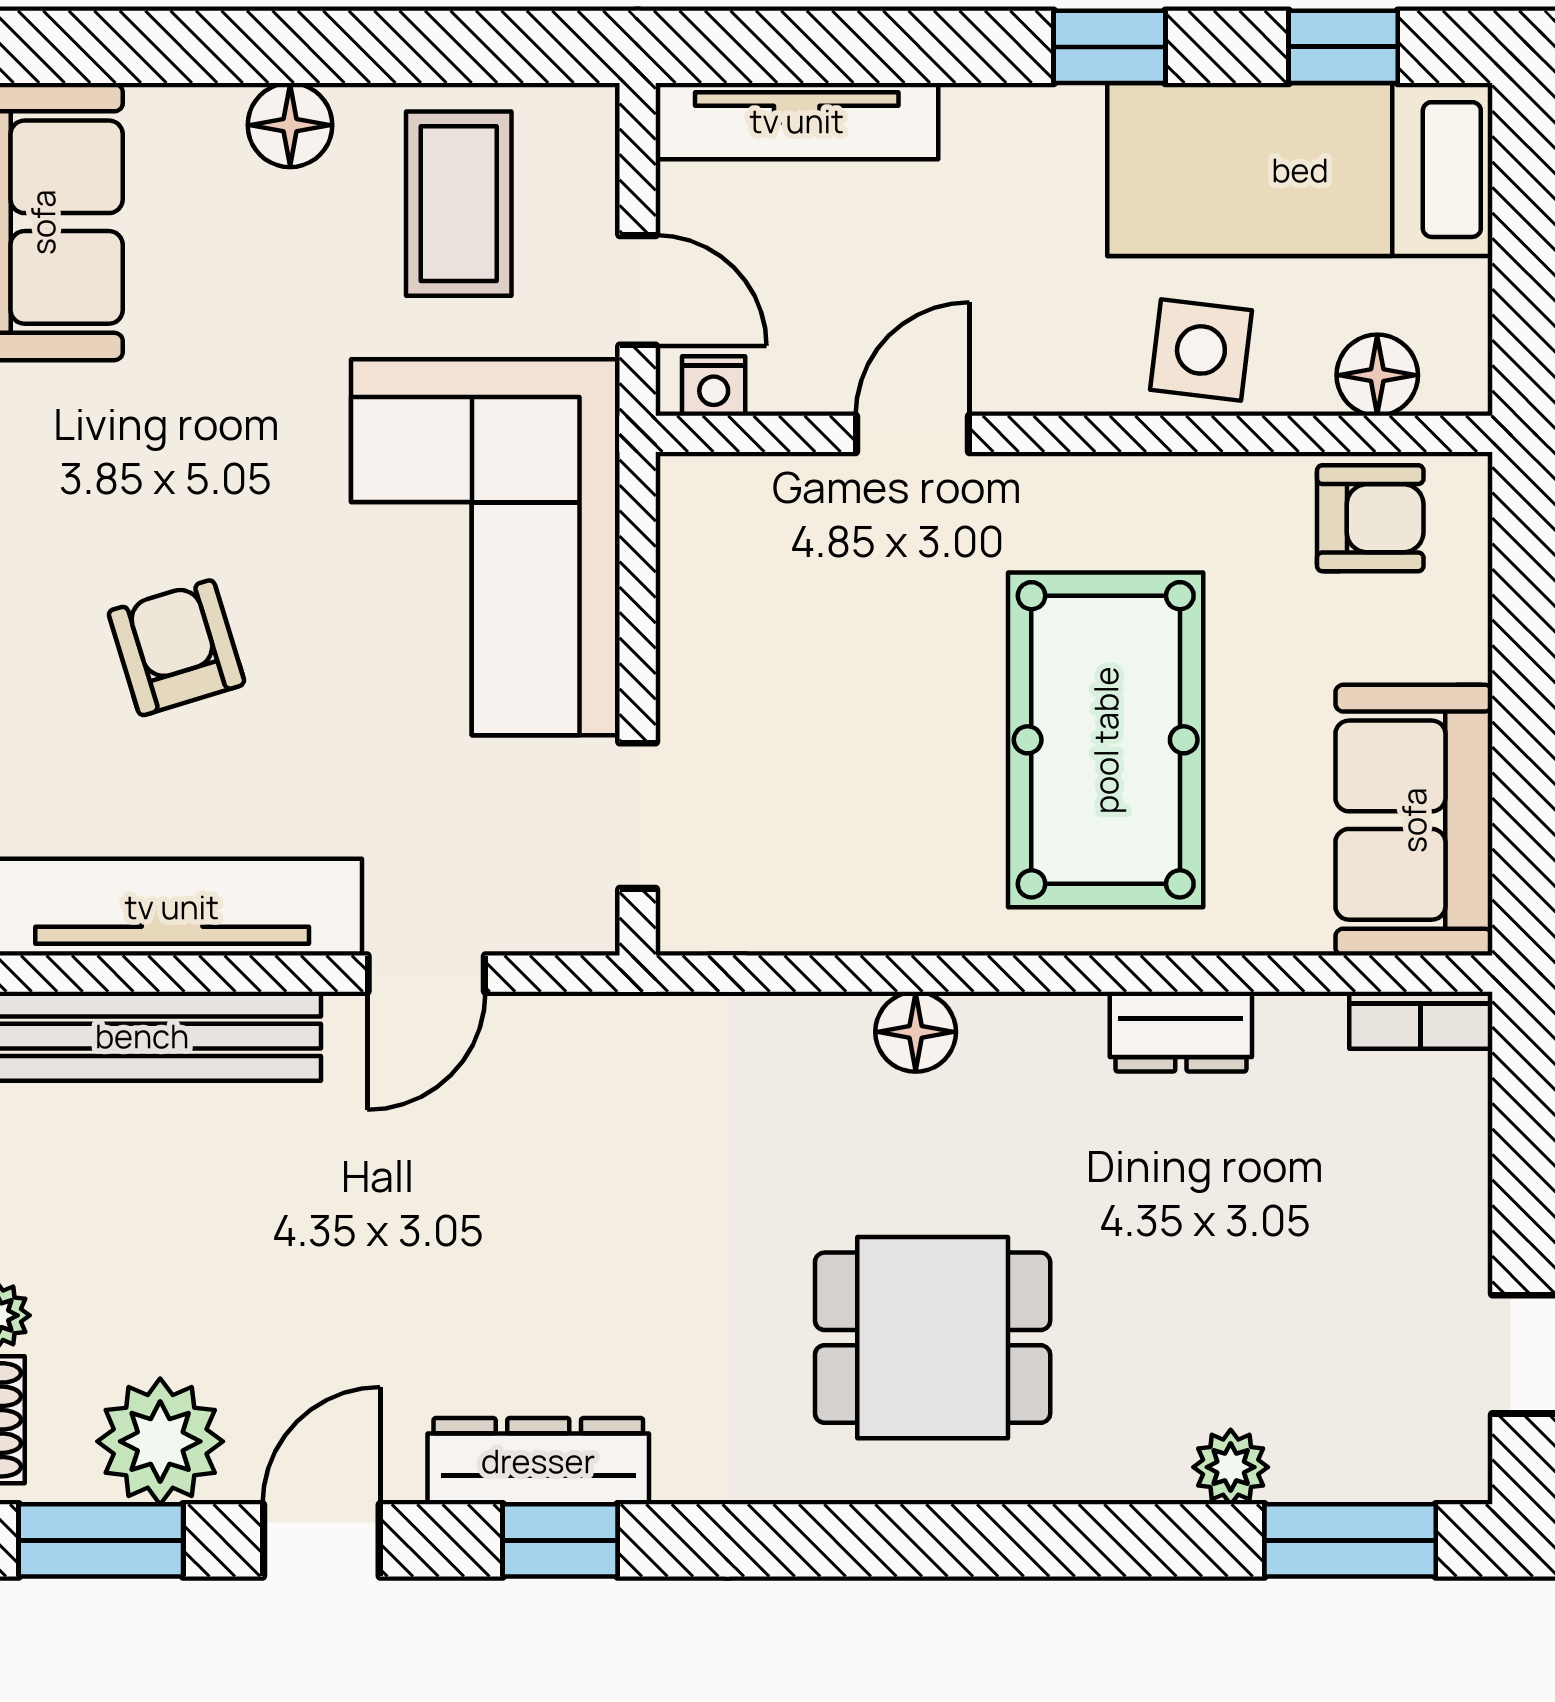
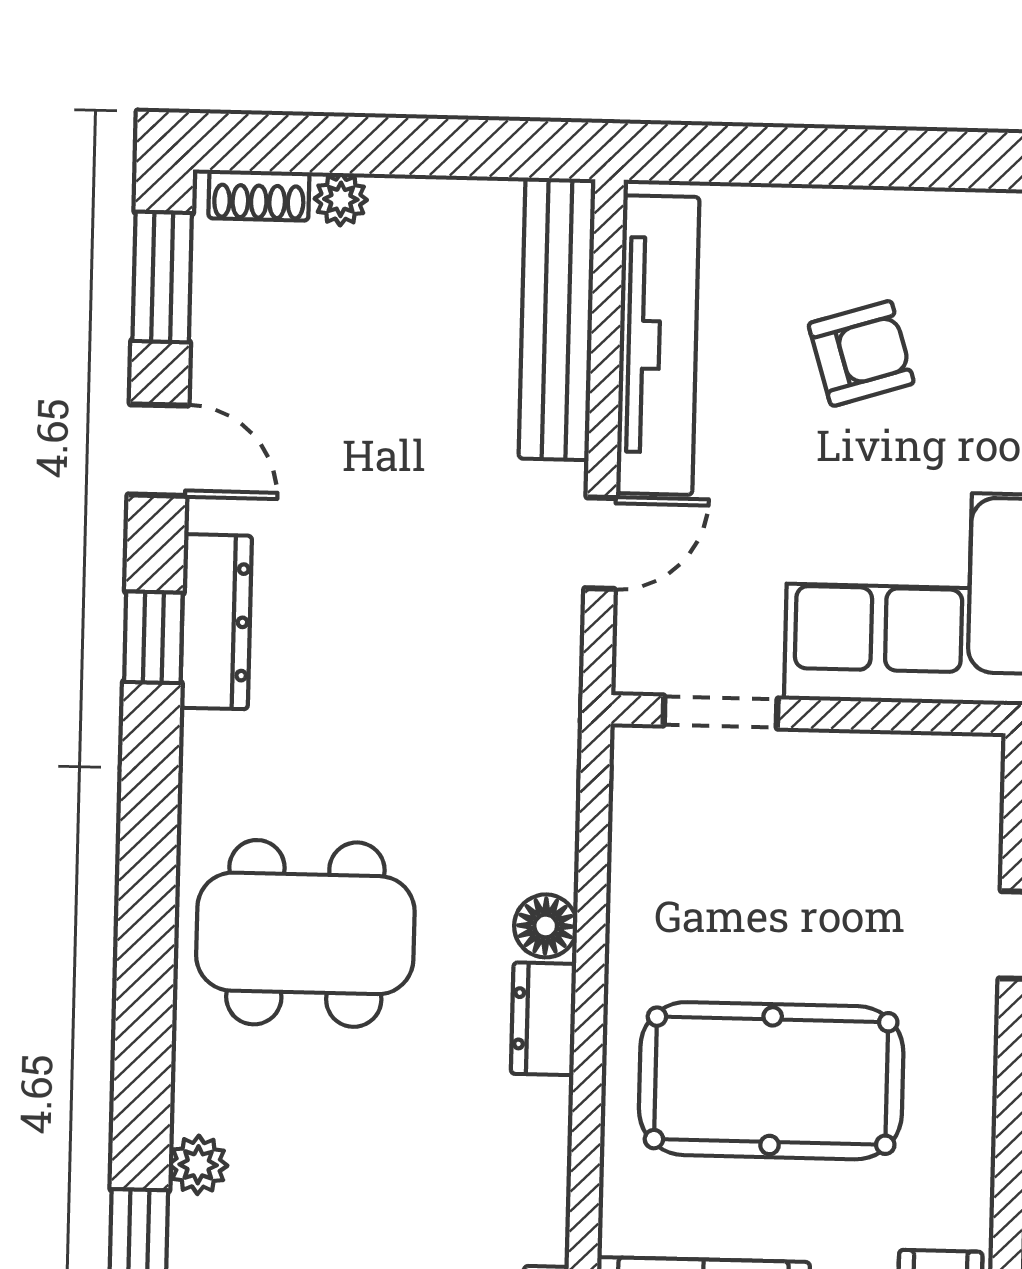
door: (426, 974) -> (601, 543), swing flipped
dresser: (1181, 1032) -> (544, 1019), moved
dining table: (933, 1338) -> (305, 933), width x1.38
plant: (160, 1441) -> (239, 325), removed

